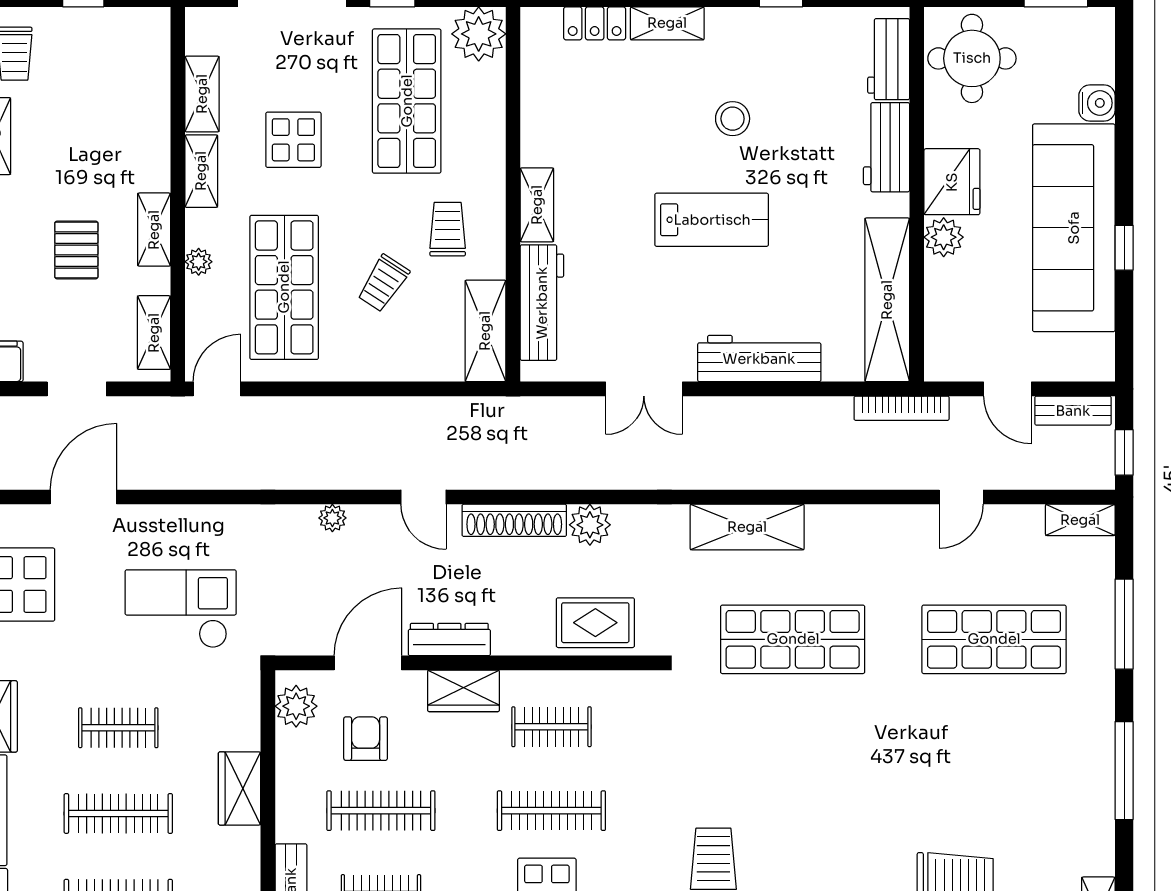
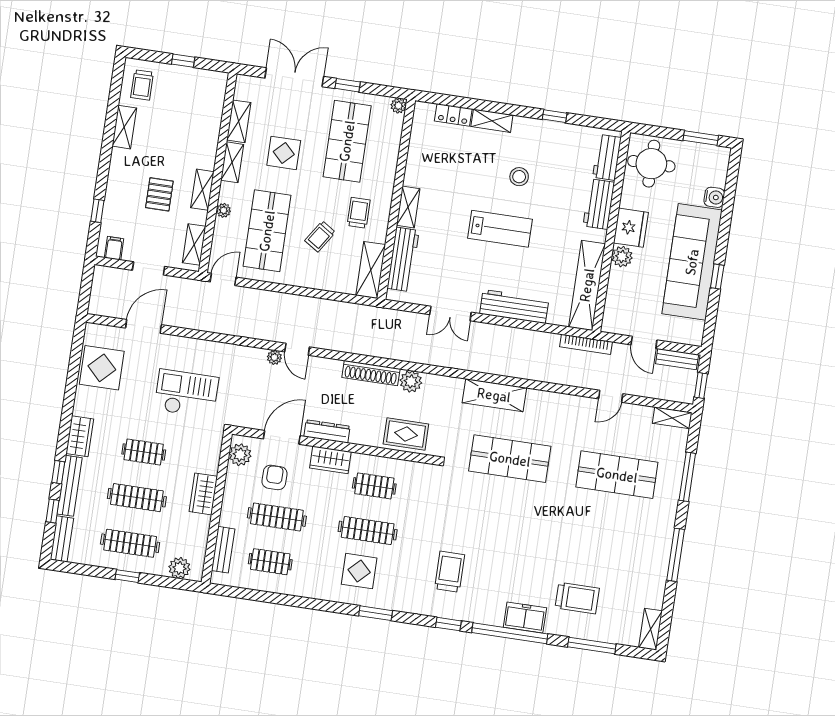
plant: (479, 34) -> (398, 106), width x0.53, depth x0.53
door: (423, 497) -> (297, 349), moved

